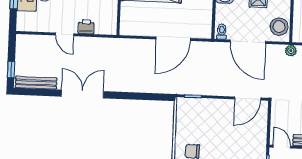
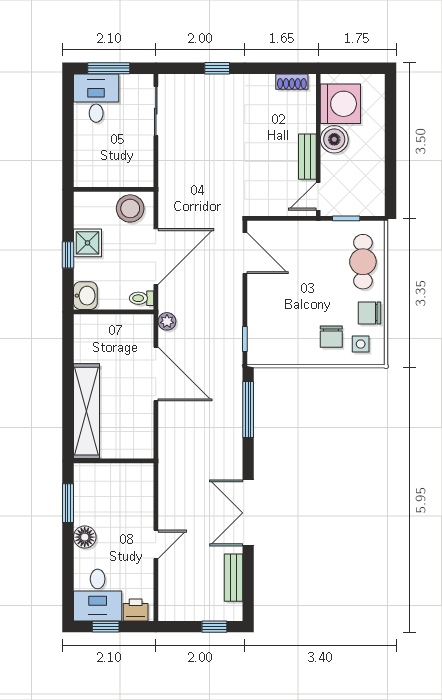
printer: (86, 27) -> (136, 610), moved, turned 90
plant: (291, 51) -> (167, 321), moved
bench: (36, 83) -> (234, 578), width x0.73
window: (148, 97) -> (248, 410), added

